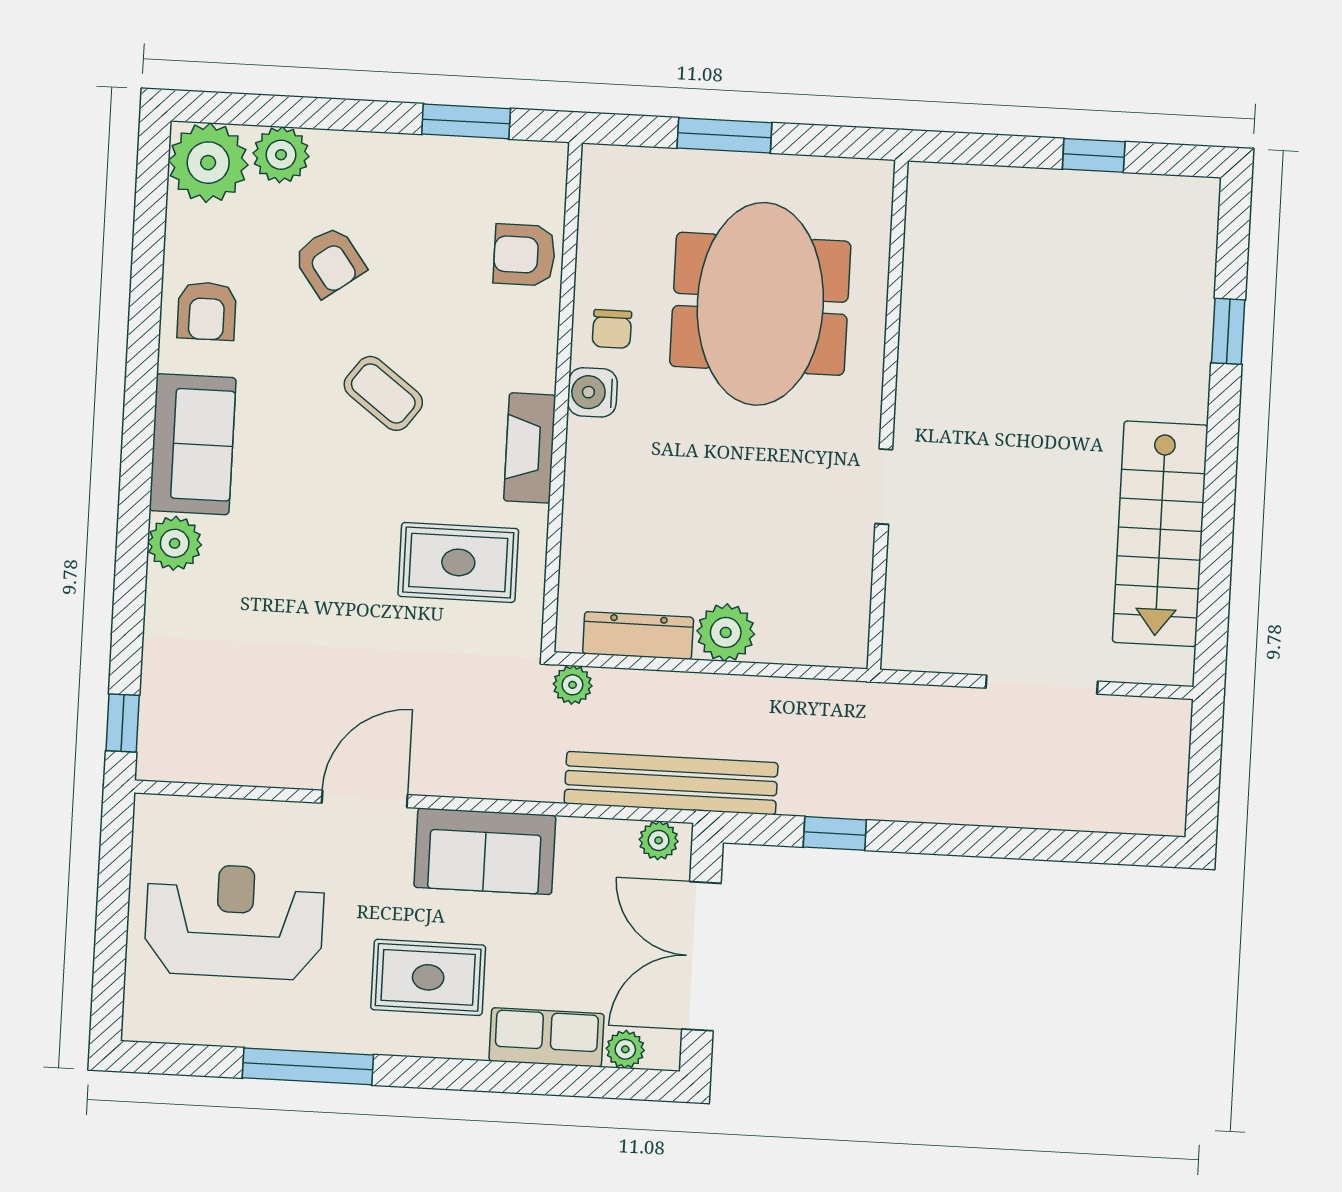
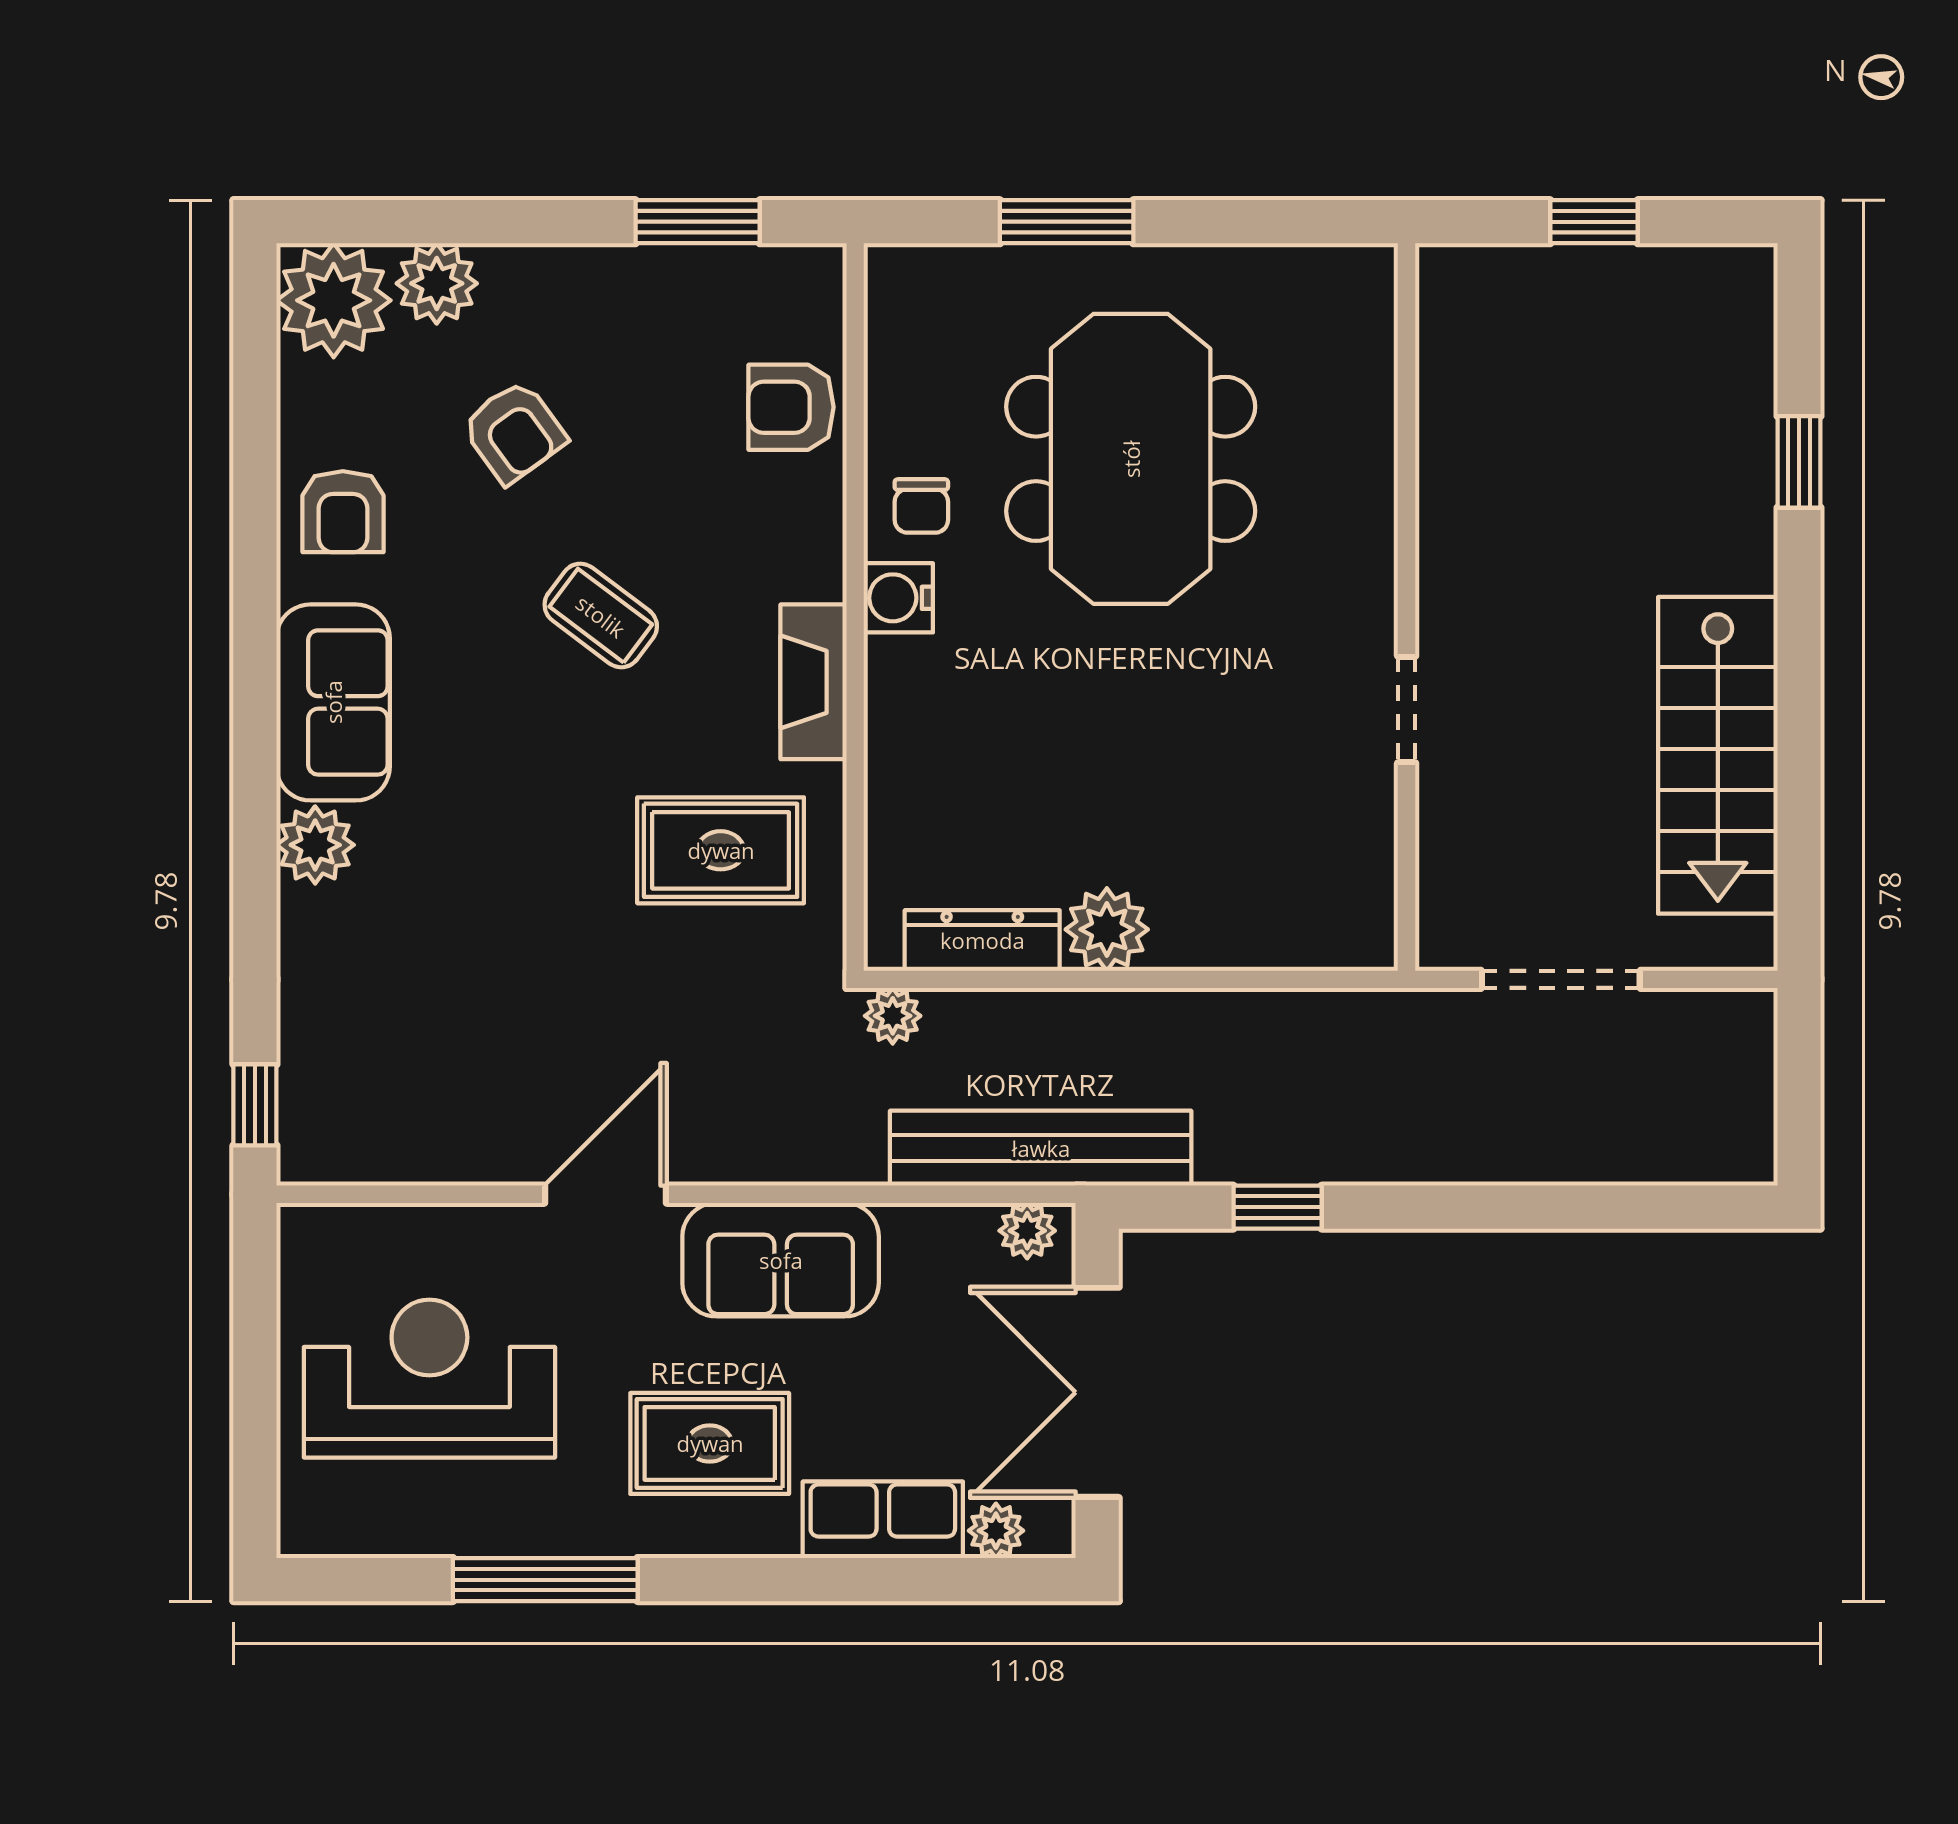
wall: (888, 415) -> (1407, 607), moved
doorway: (884, 487) -> (1407, 710), moved

